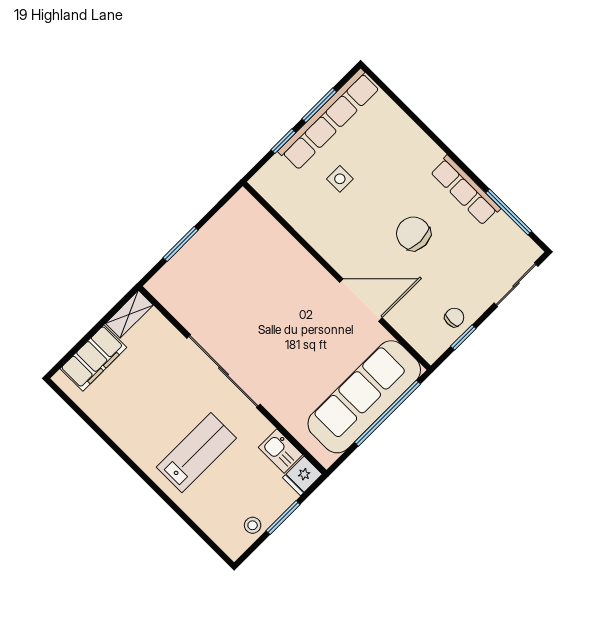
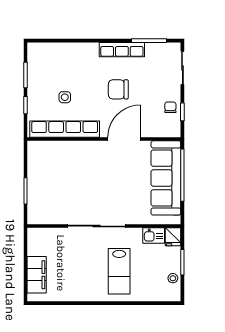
row of seats: (329, 120) -> (65, 129), moved, turned -90
shelving: (129, 314) -> (33, 242), removed
lab bench: (196, 453) -> (119, 271), turned 180

